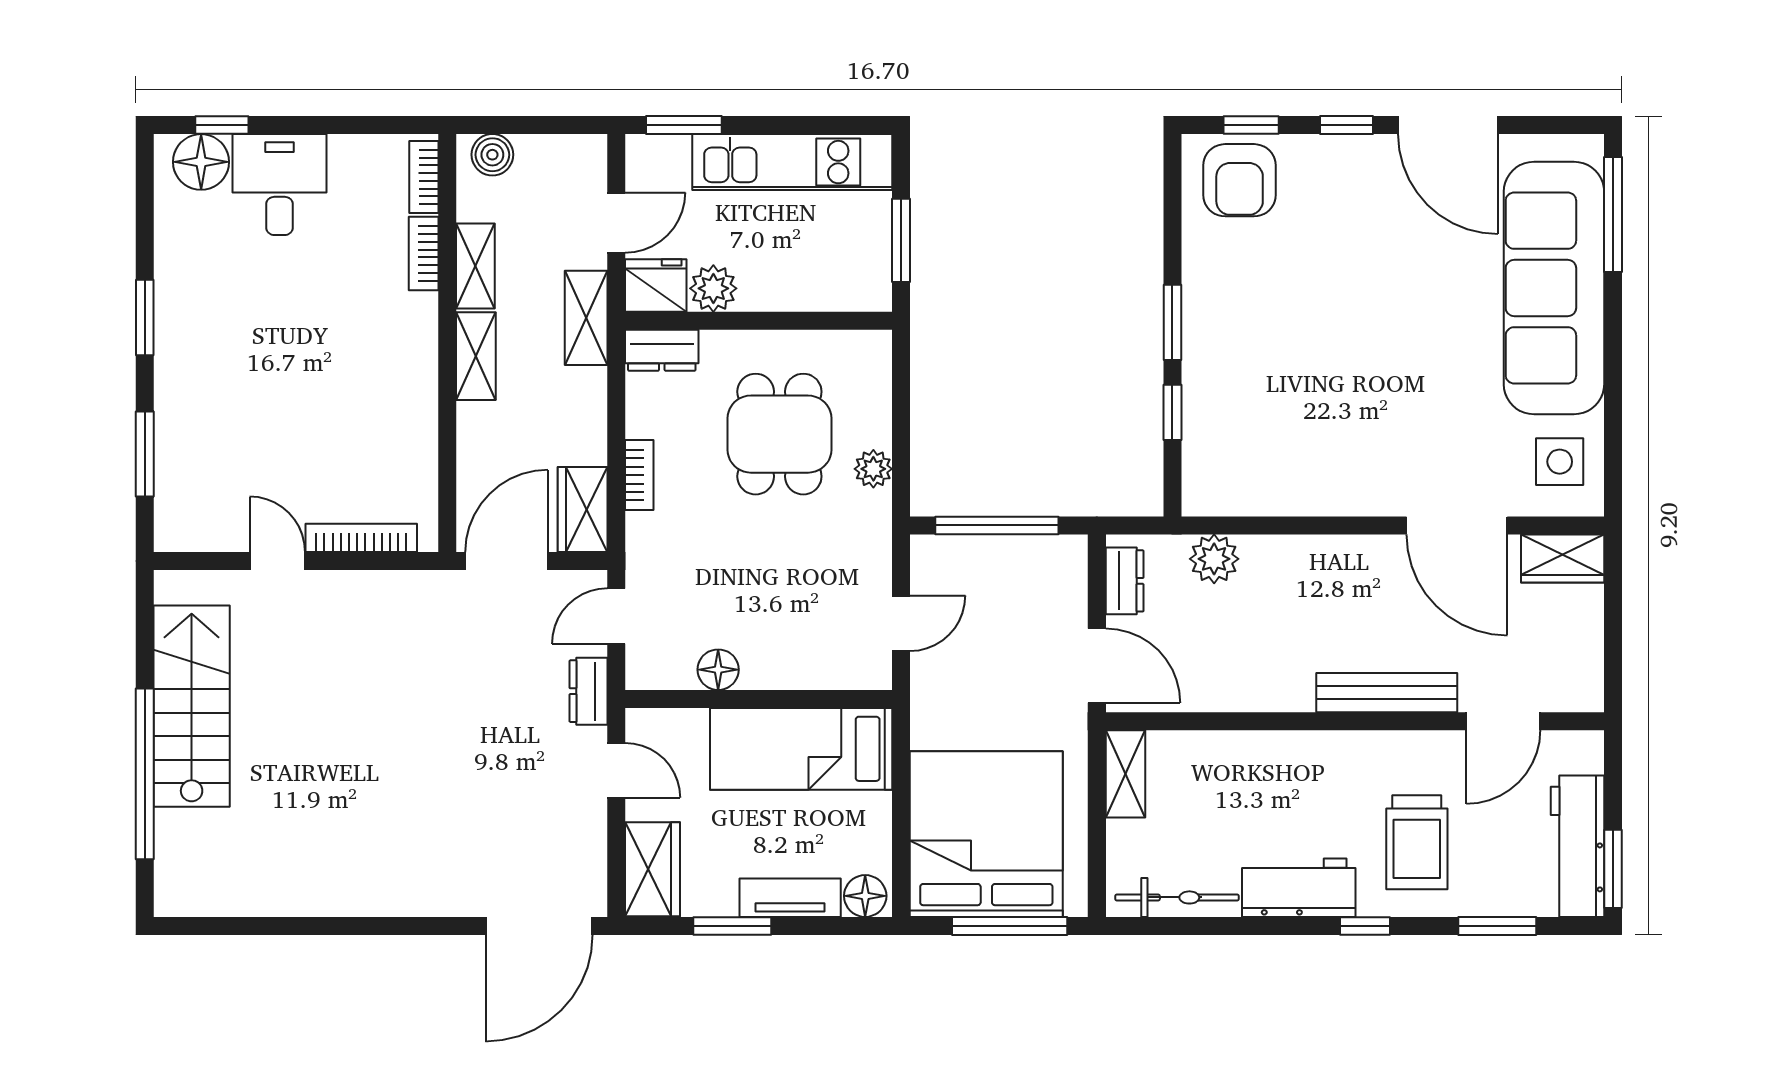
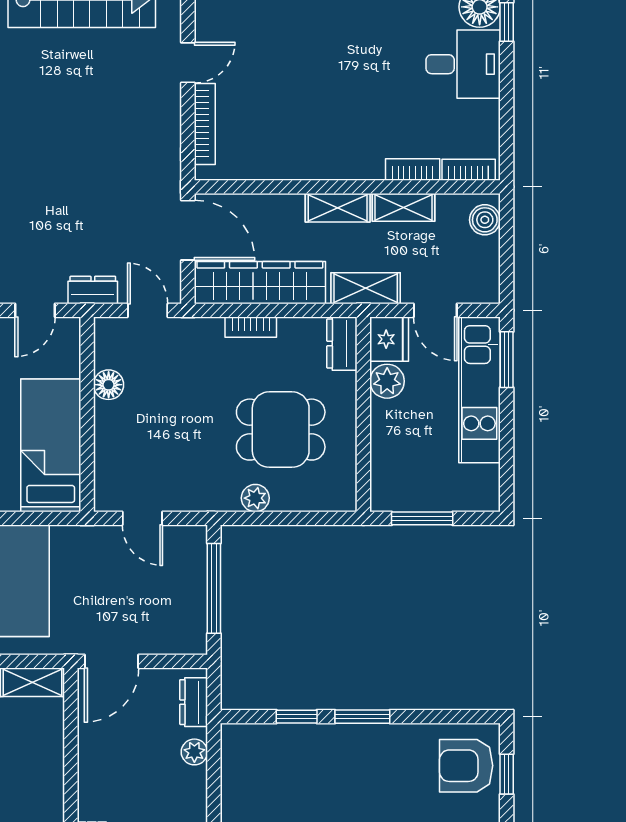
kitchen unit: (792, 162) -> (479, 390), moved
wardrobe: (583, 510) -> (260, 283), width x2.10, depth x1.17
plant: (1214, 559) -> (194, 752), width x0.73, depth x0.73
dresser: (1125, 581) -> (194, 702), moved, turned 90

